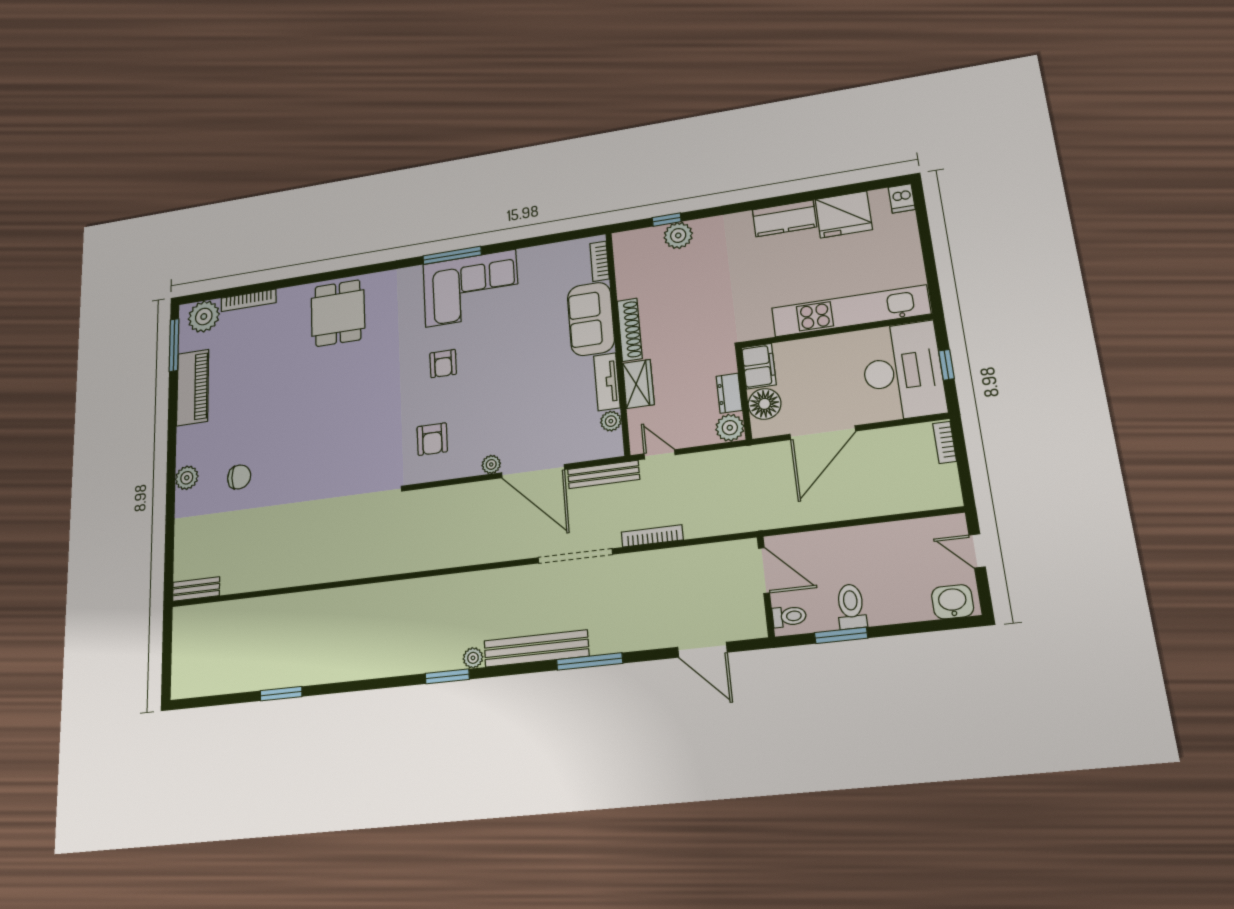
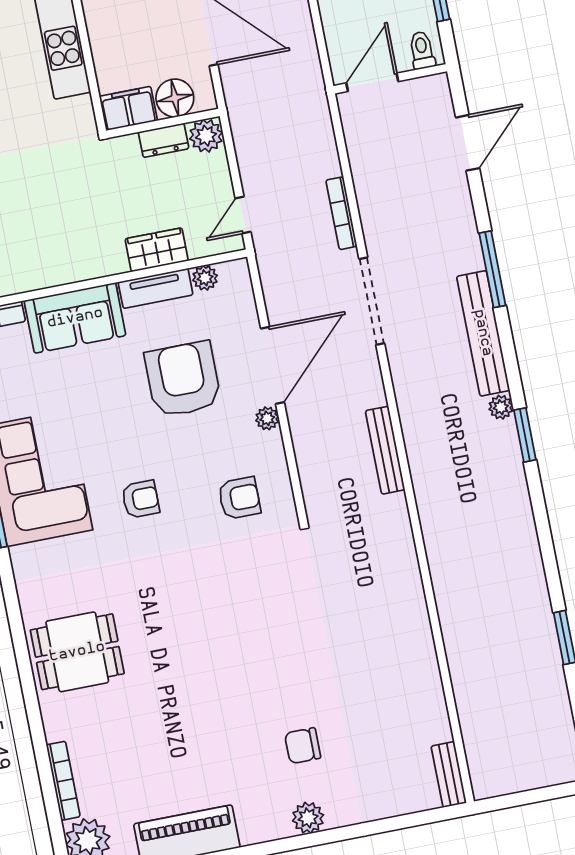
shoe rack: (630, 330) -> (88, 268), removed
armchair: (531, 400) -> (183, 379), added
bench: (603, 474) -> (385, 450), moved
chair: (239, 477) -> (303, 746), turned -90

